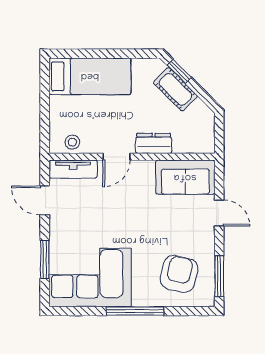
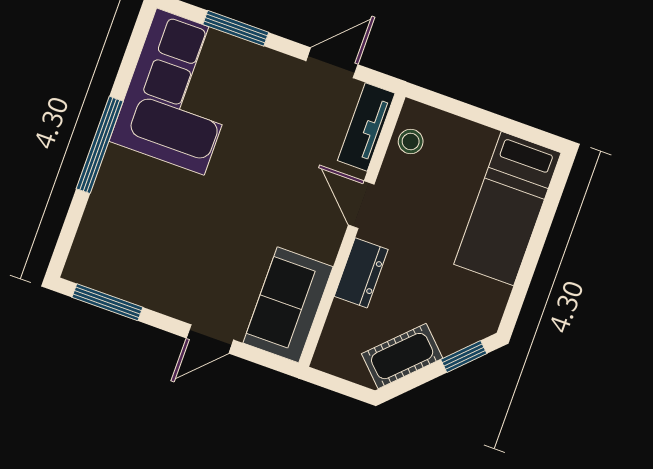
cot: (175, 89) -> (402, 356), moved
armchair: (179, 274) -> (134, 238), removed

